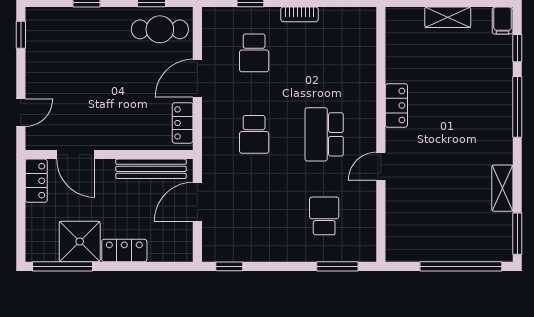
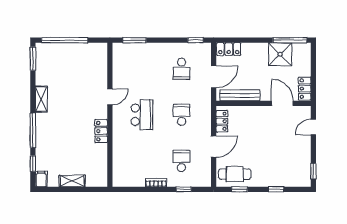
shelving: (502, 188) -> (41, 99), moved
school desk: (324, 216) -> (182, 69), moved
locker: (124, 251) -> (229, 49), moved

